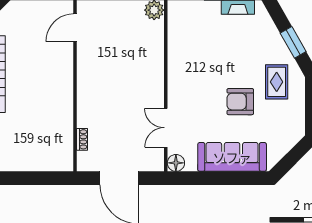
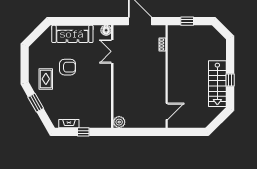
double door: (166, 128) -> (112, 51), swing flipped
window: (41, 178) -> (187, 21), added

